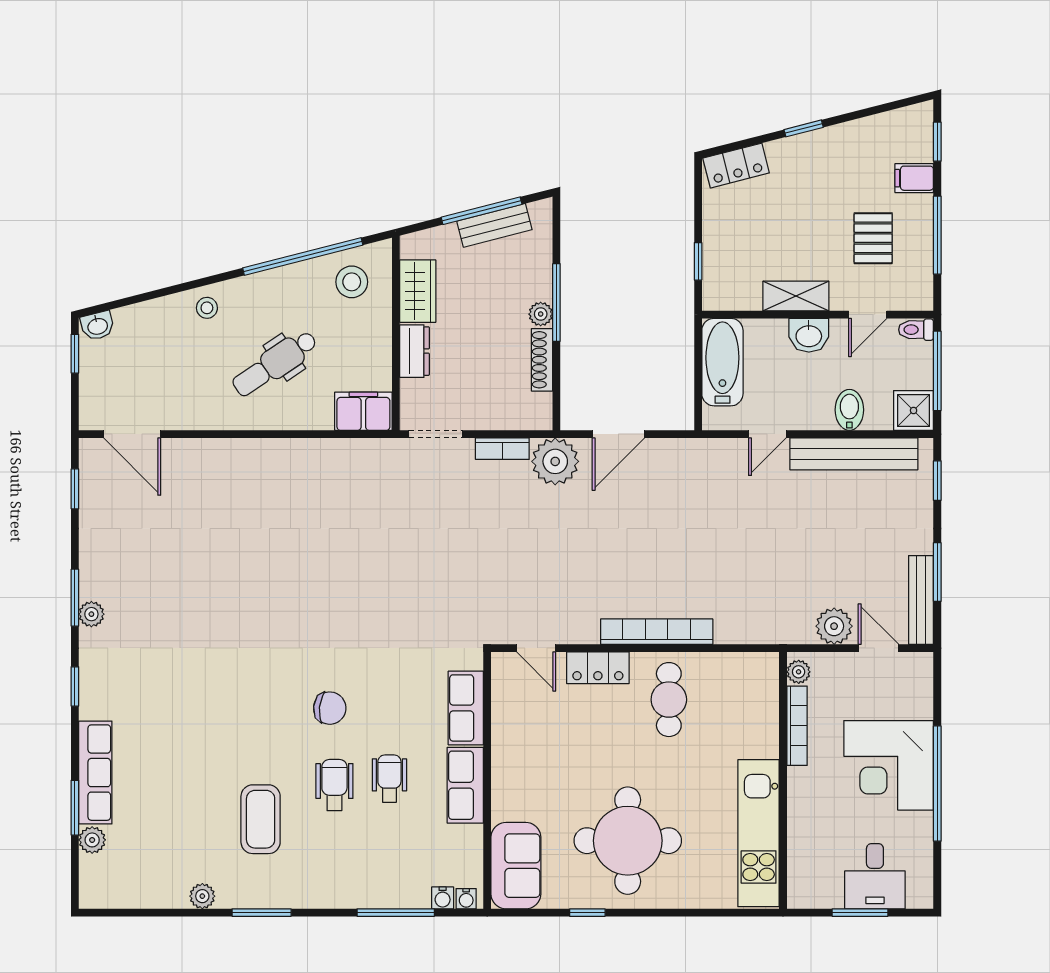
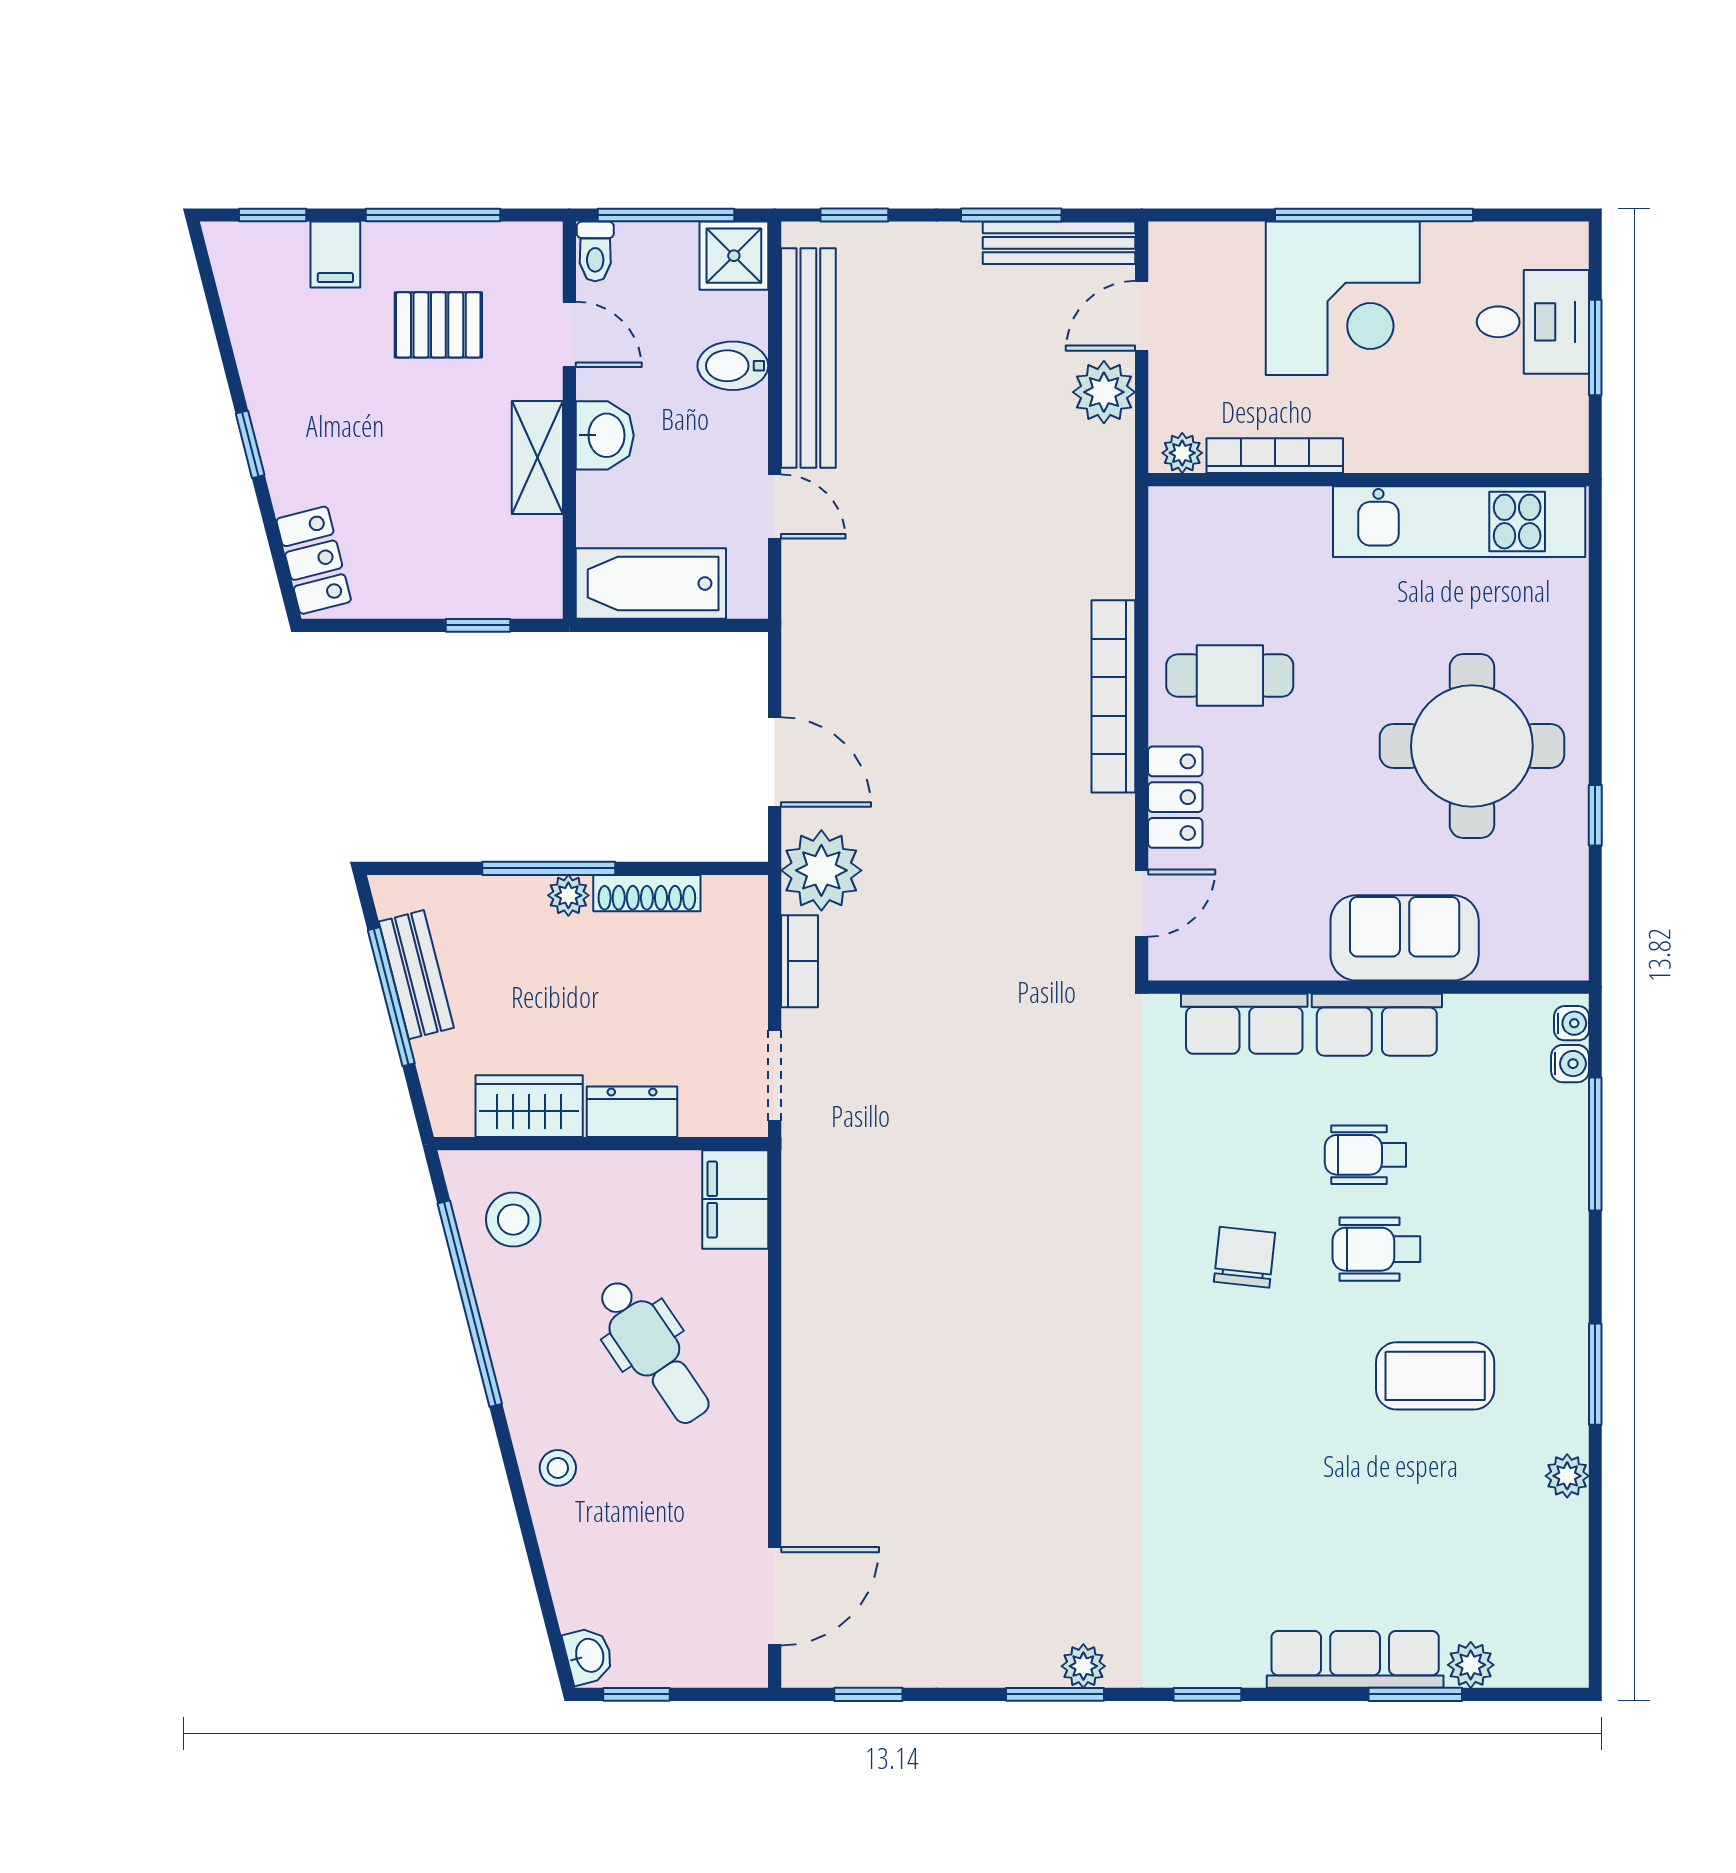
sofa: (516, 866) -> (1405, 938), moved

